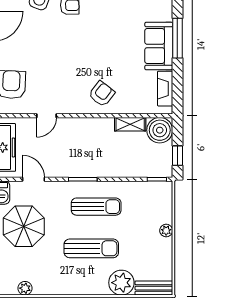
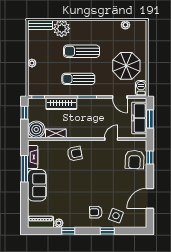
window: (177, 38) -> (24, 169), moved
armchair: (102, 94) -> (75, 154), turned -139
wardrobe: (122, 169) -> (61, 104), added

